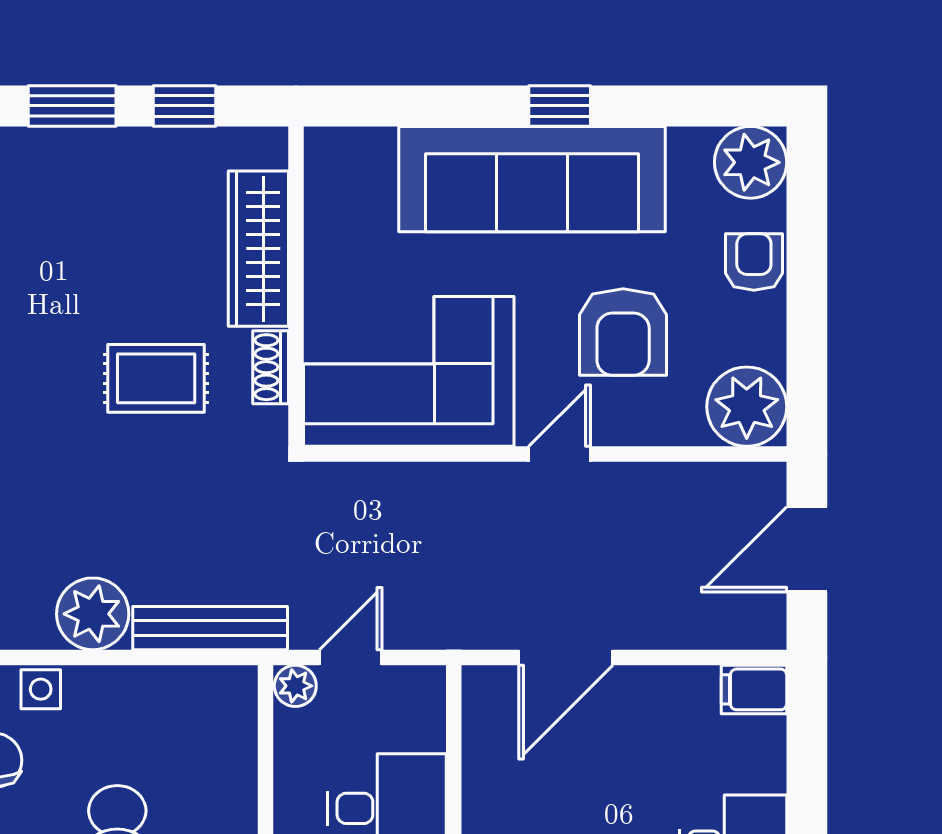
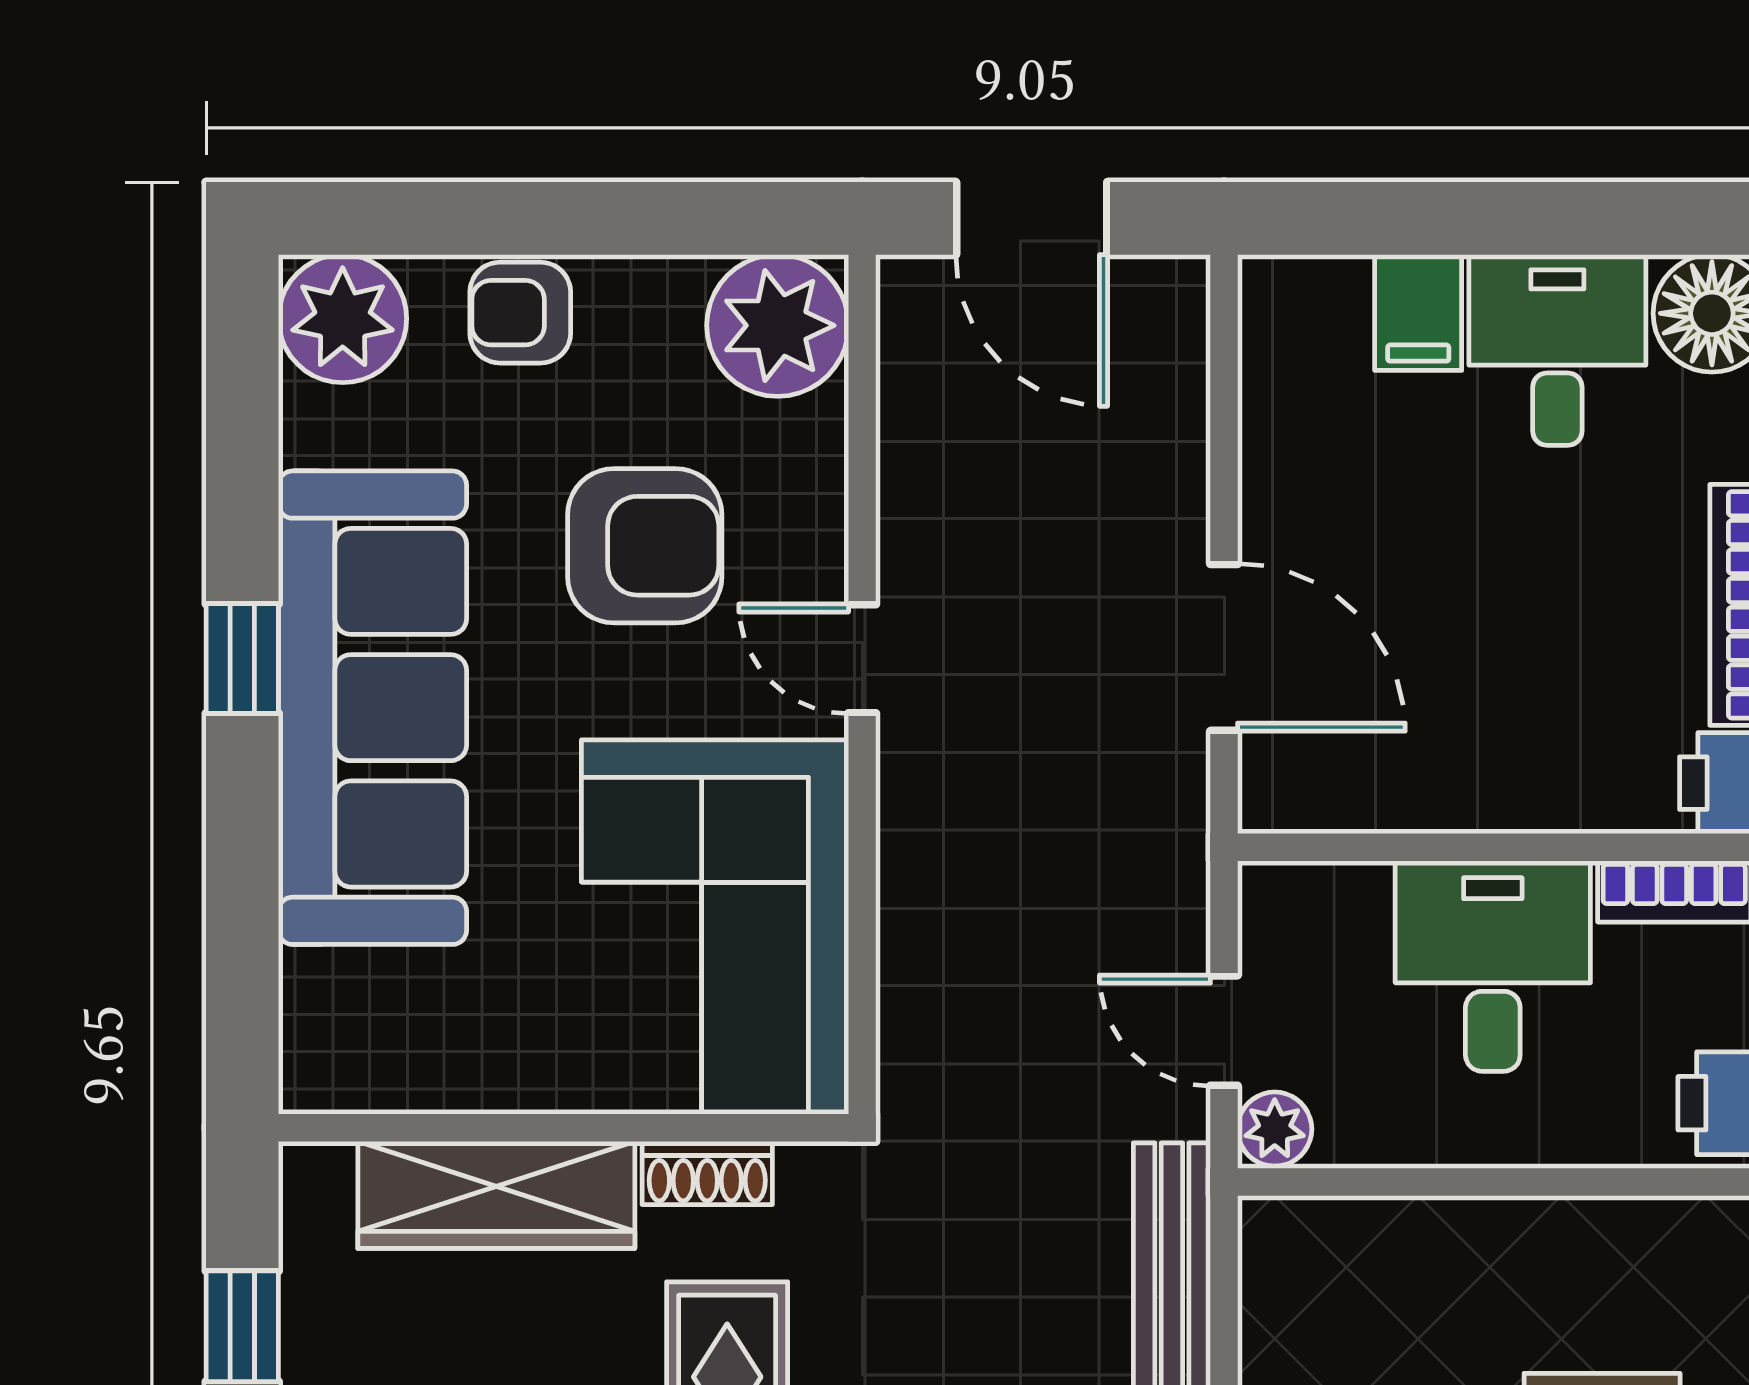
filing cabinet: (754, 689) -> (1418, 313), moved

